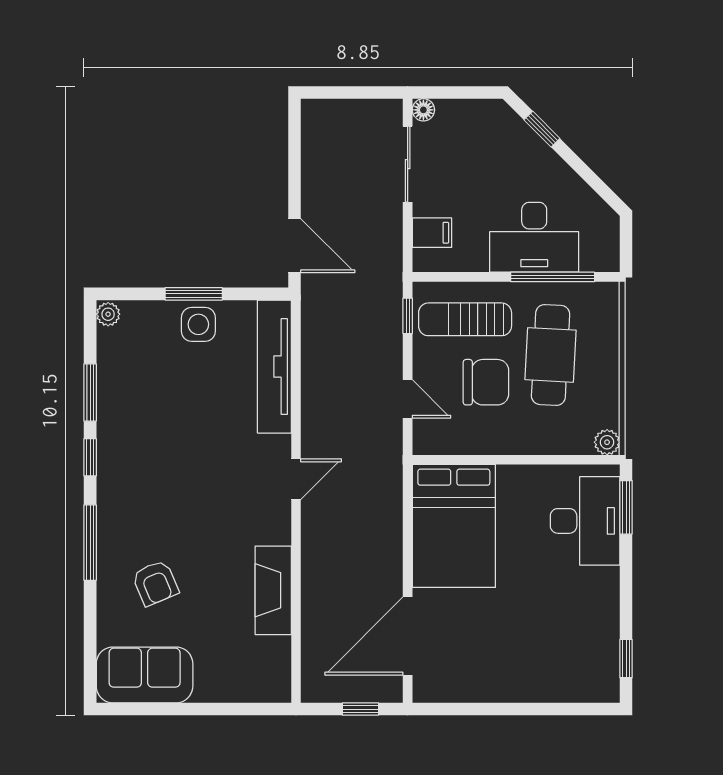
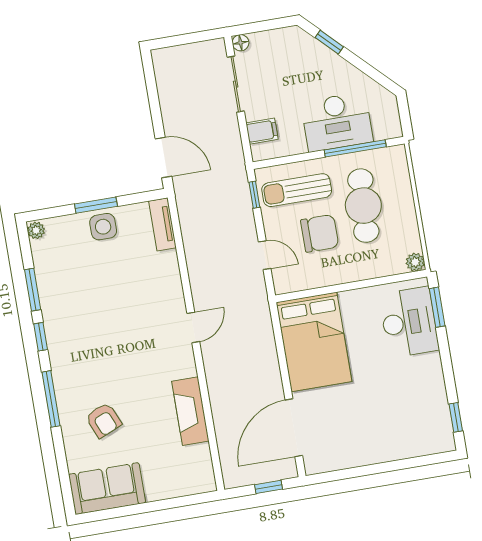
tv unit: (274, 367) -> (163, 224), width x0.52, depth x0.78

